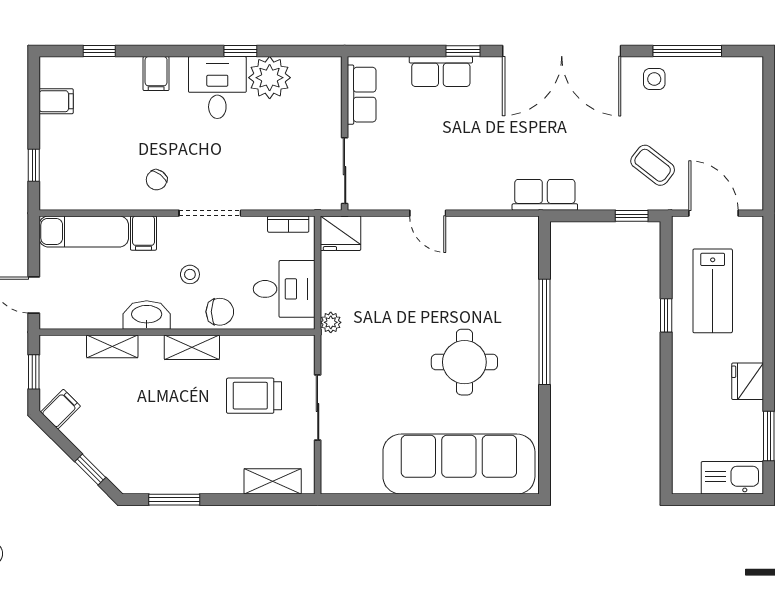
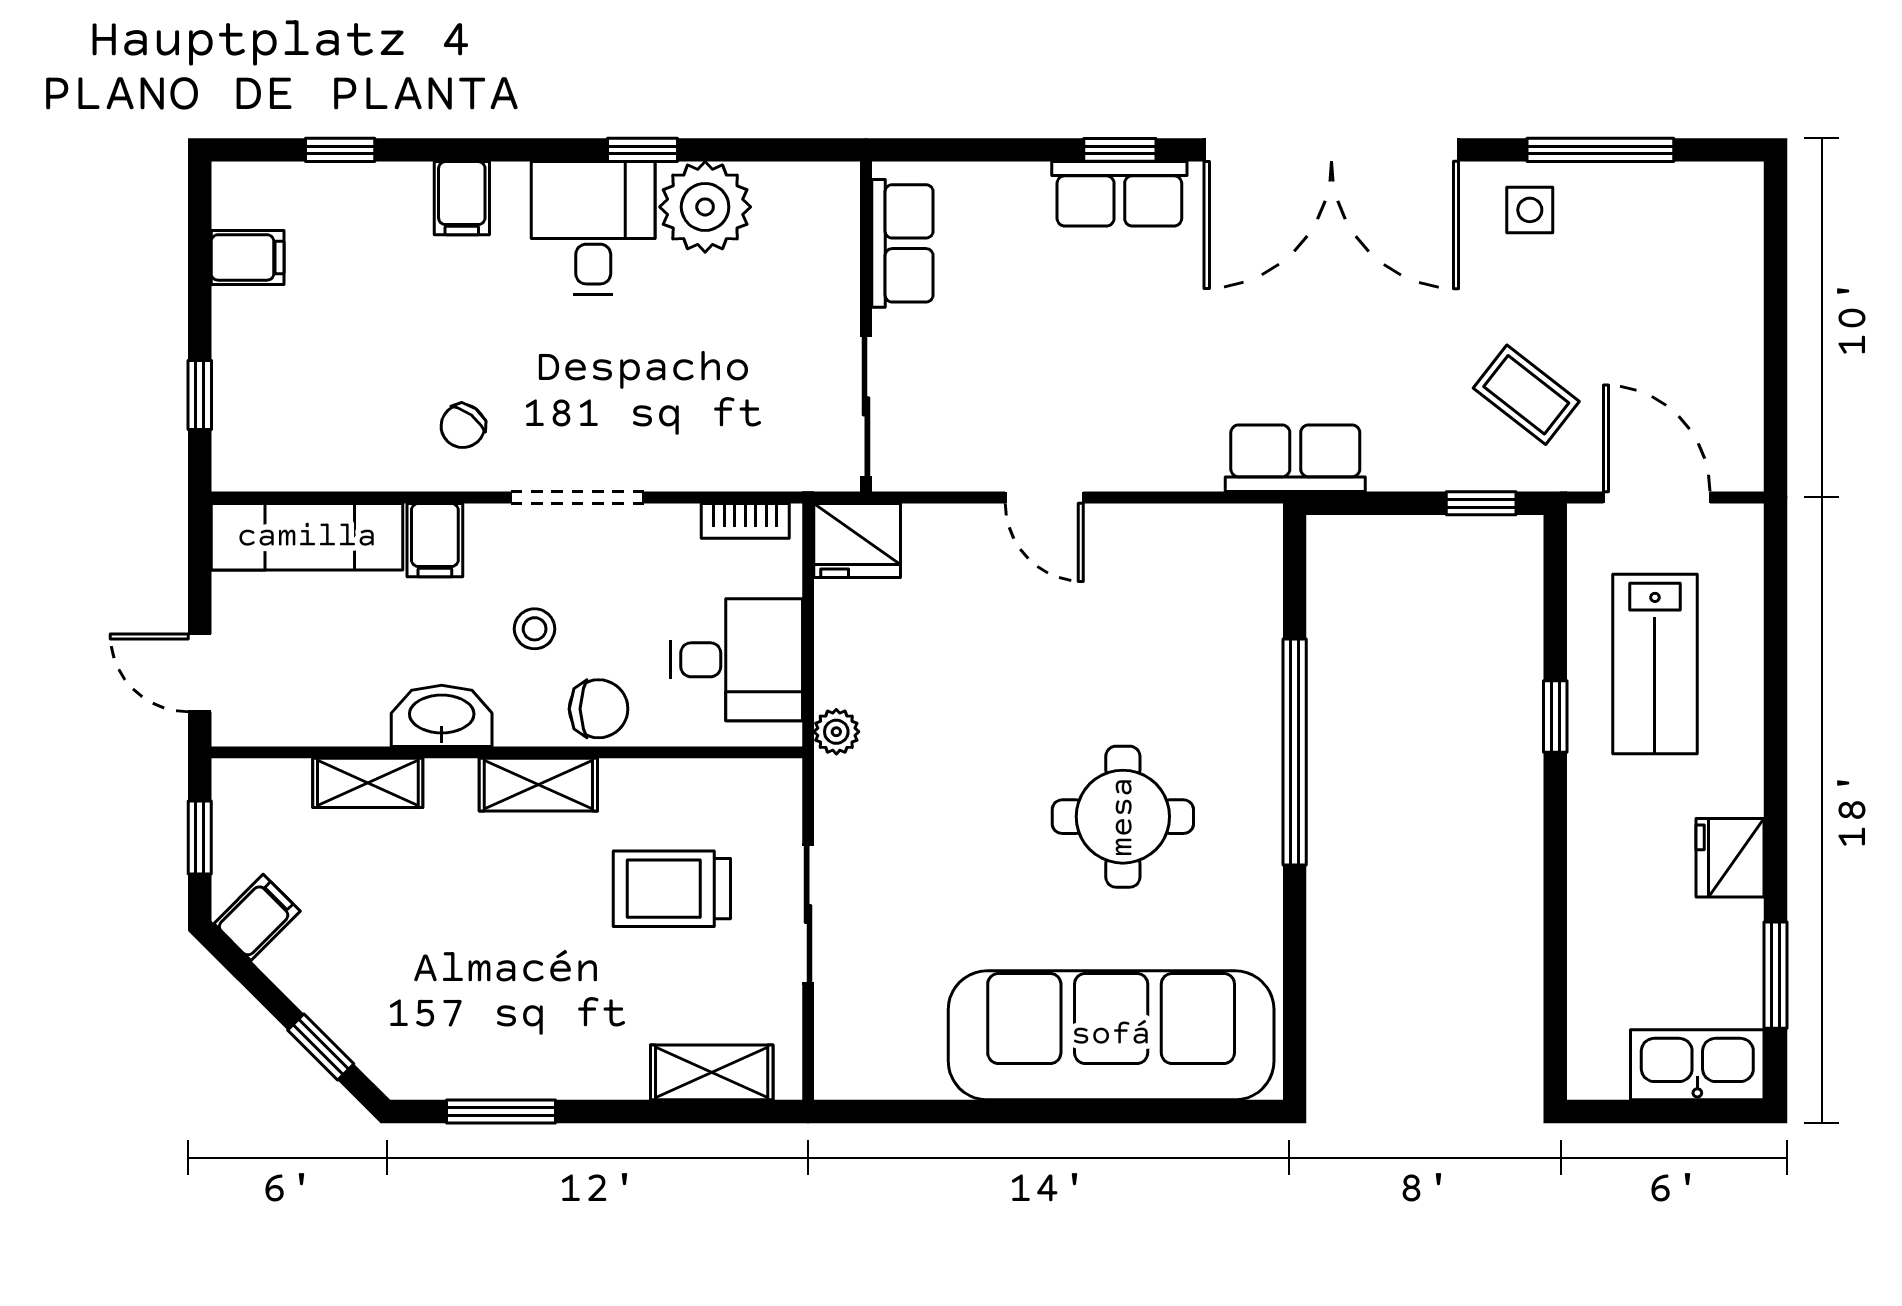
row of seats: (441, 72) -> (1119, 194), moved

